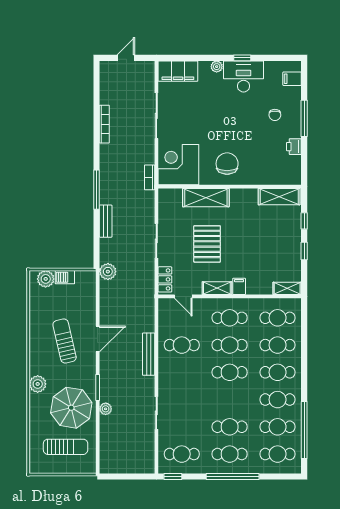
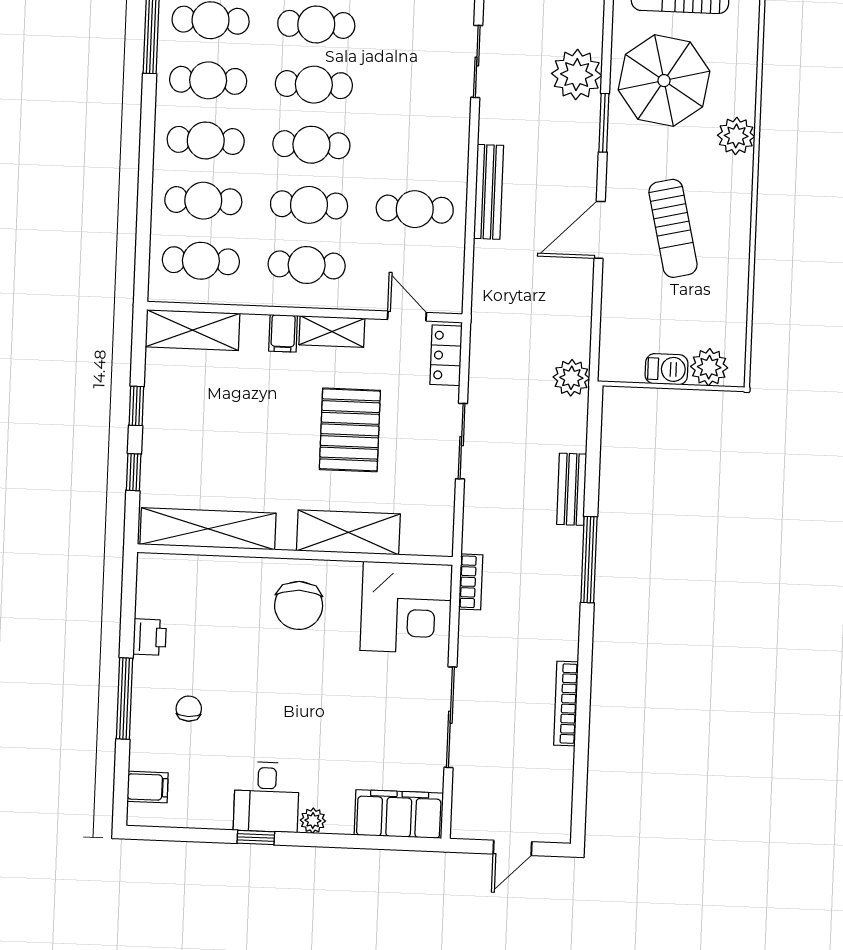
desk: (244, 76) -> (266, 797), width x0.73
shelving: (279, 197) -> (208, 529), width x1.47
shelving: (287, 288) -> (193, 330), width x1.50, depth x1.33
cafe table: (230, 400) -> (314, 85), added
plant: (106, 409) -> (577, 75), width x1.87, depth x1.87

